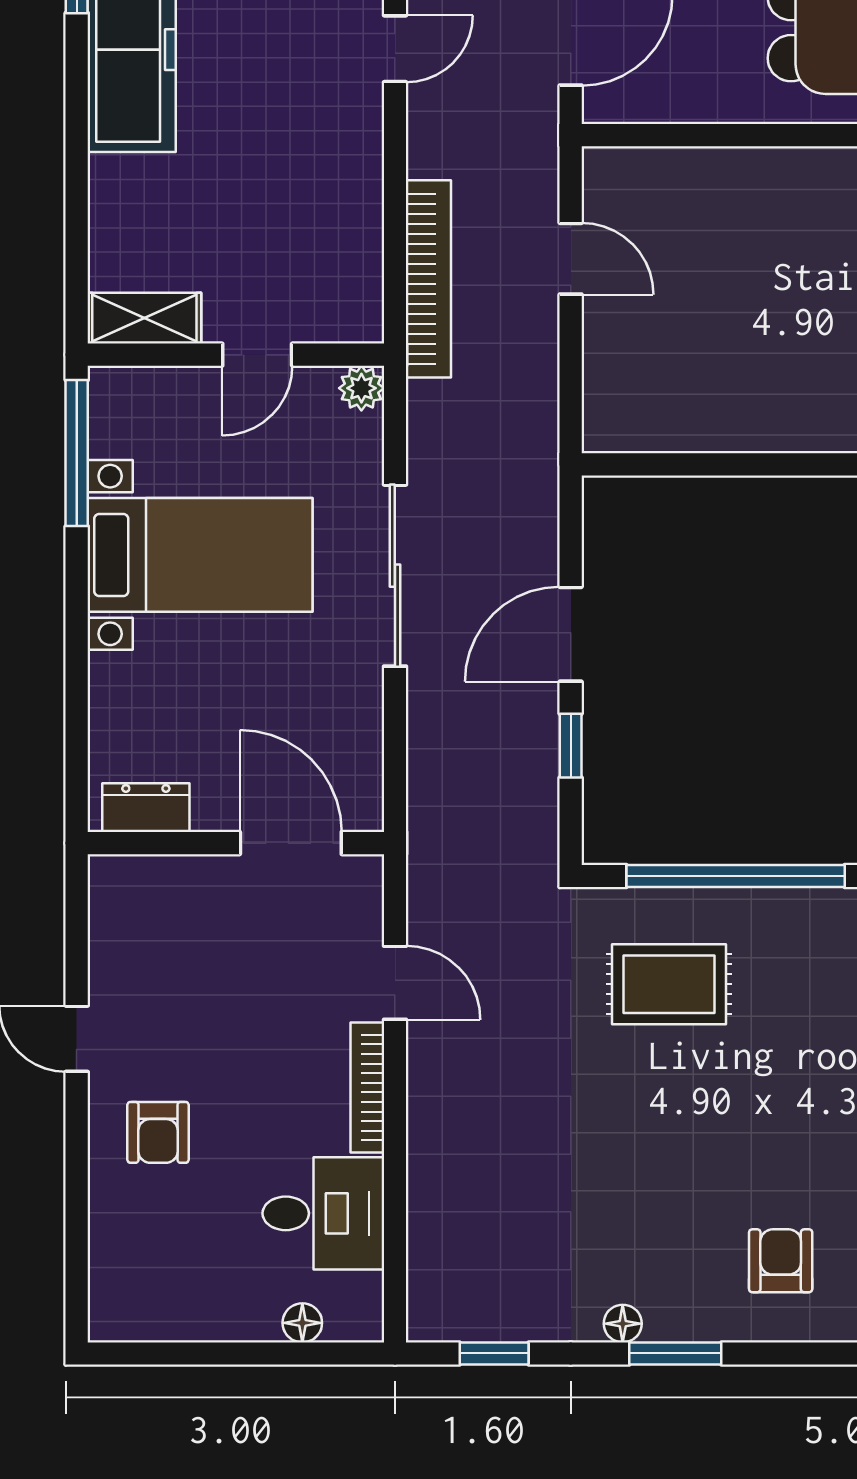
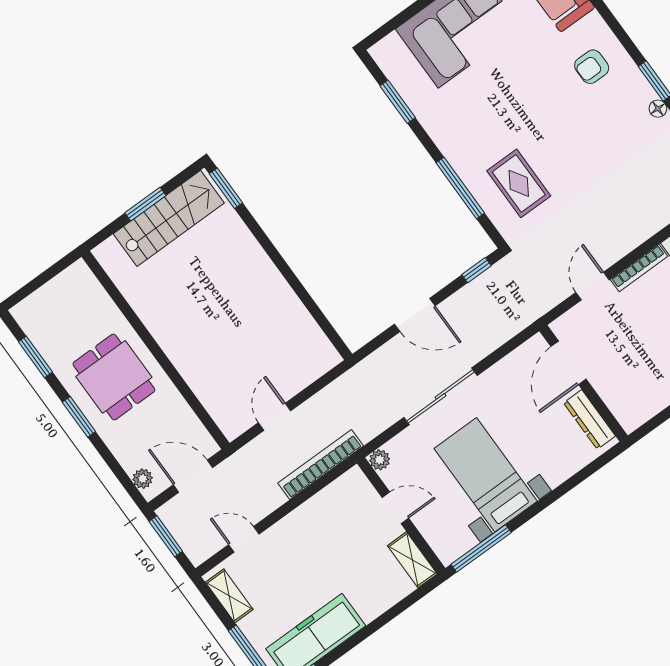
window: (571, 746) -> (476, 270), moved
dresser: (146, 808) -> (589, 419), width x1.44
window: (736, 876) -> (460, 188), width x0.68

